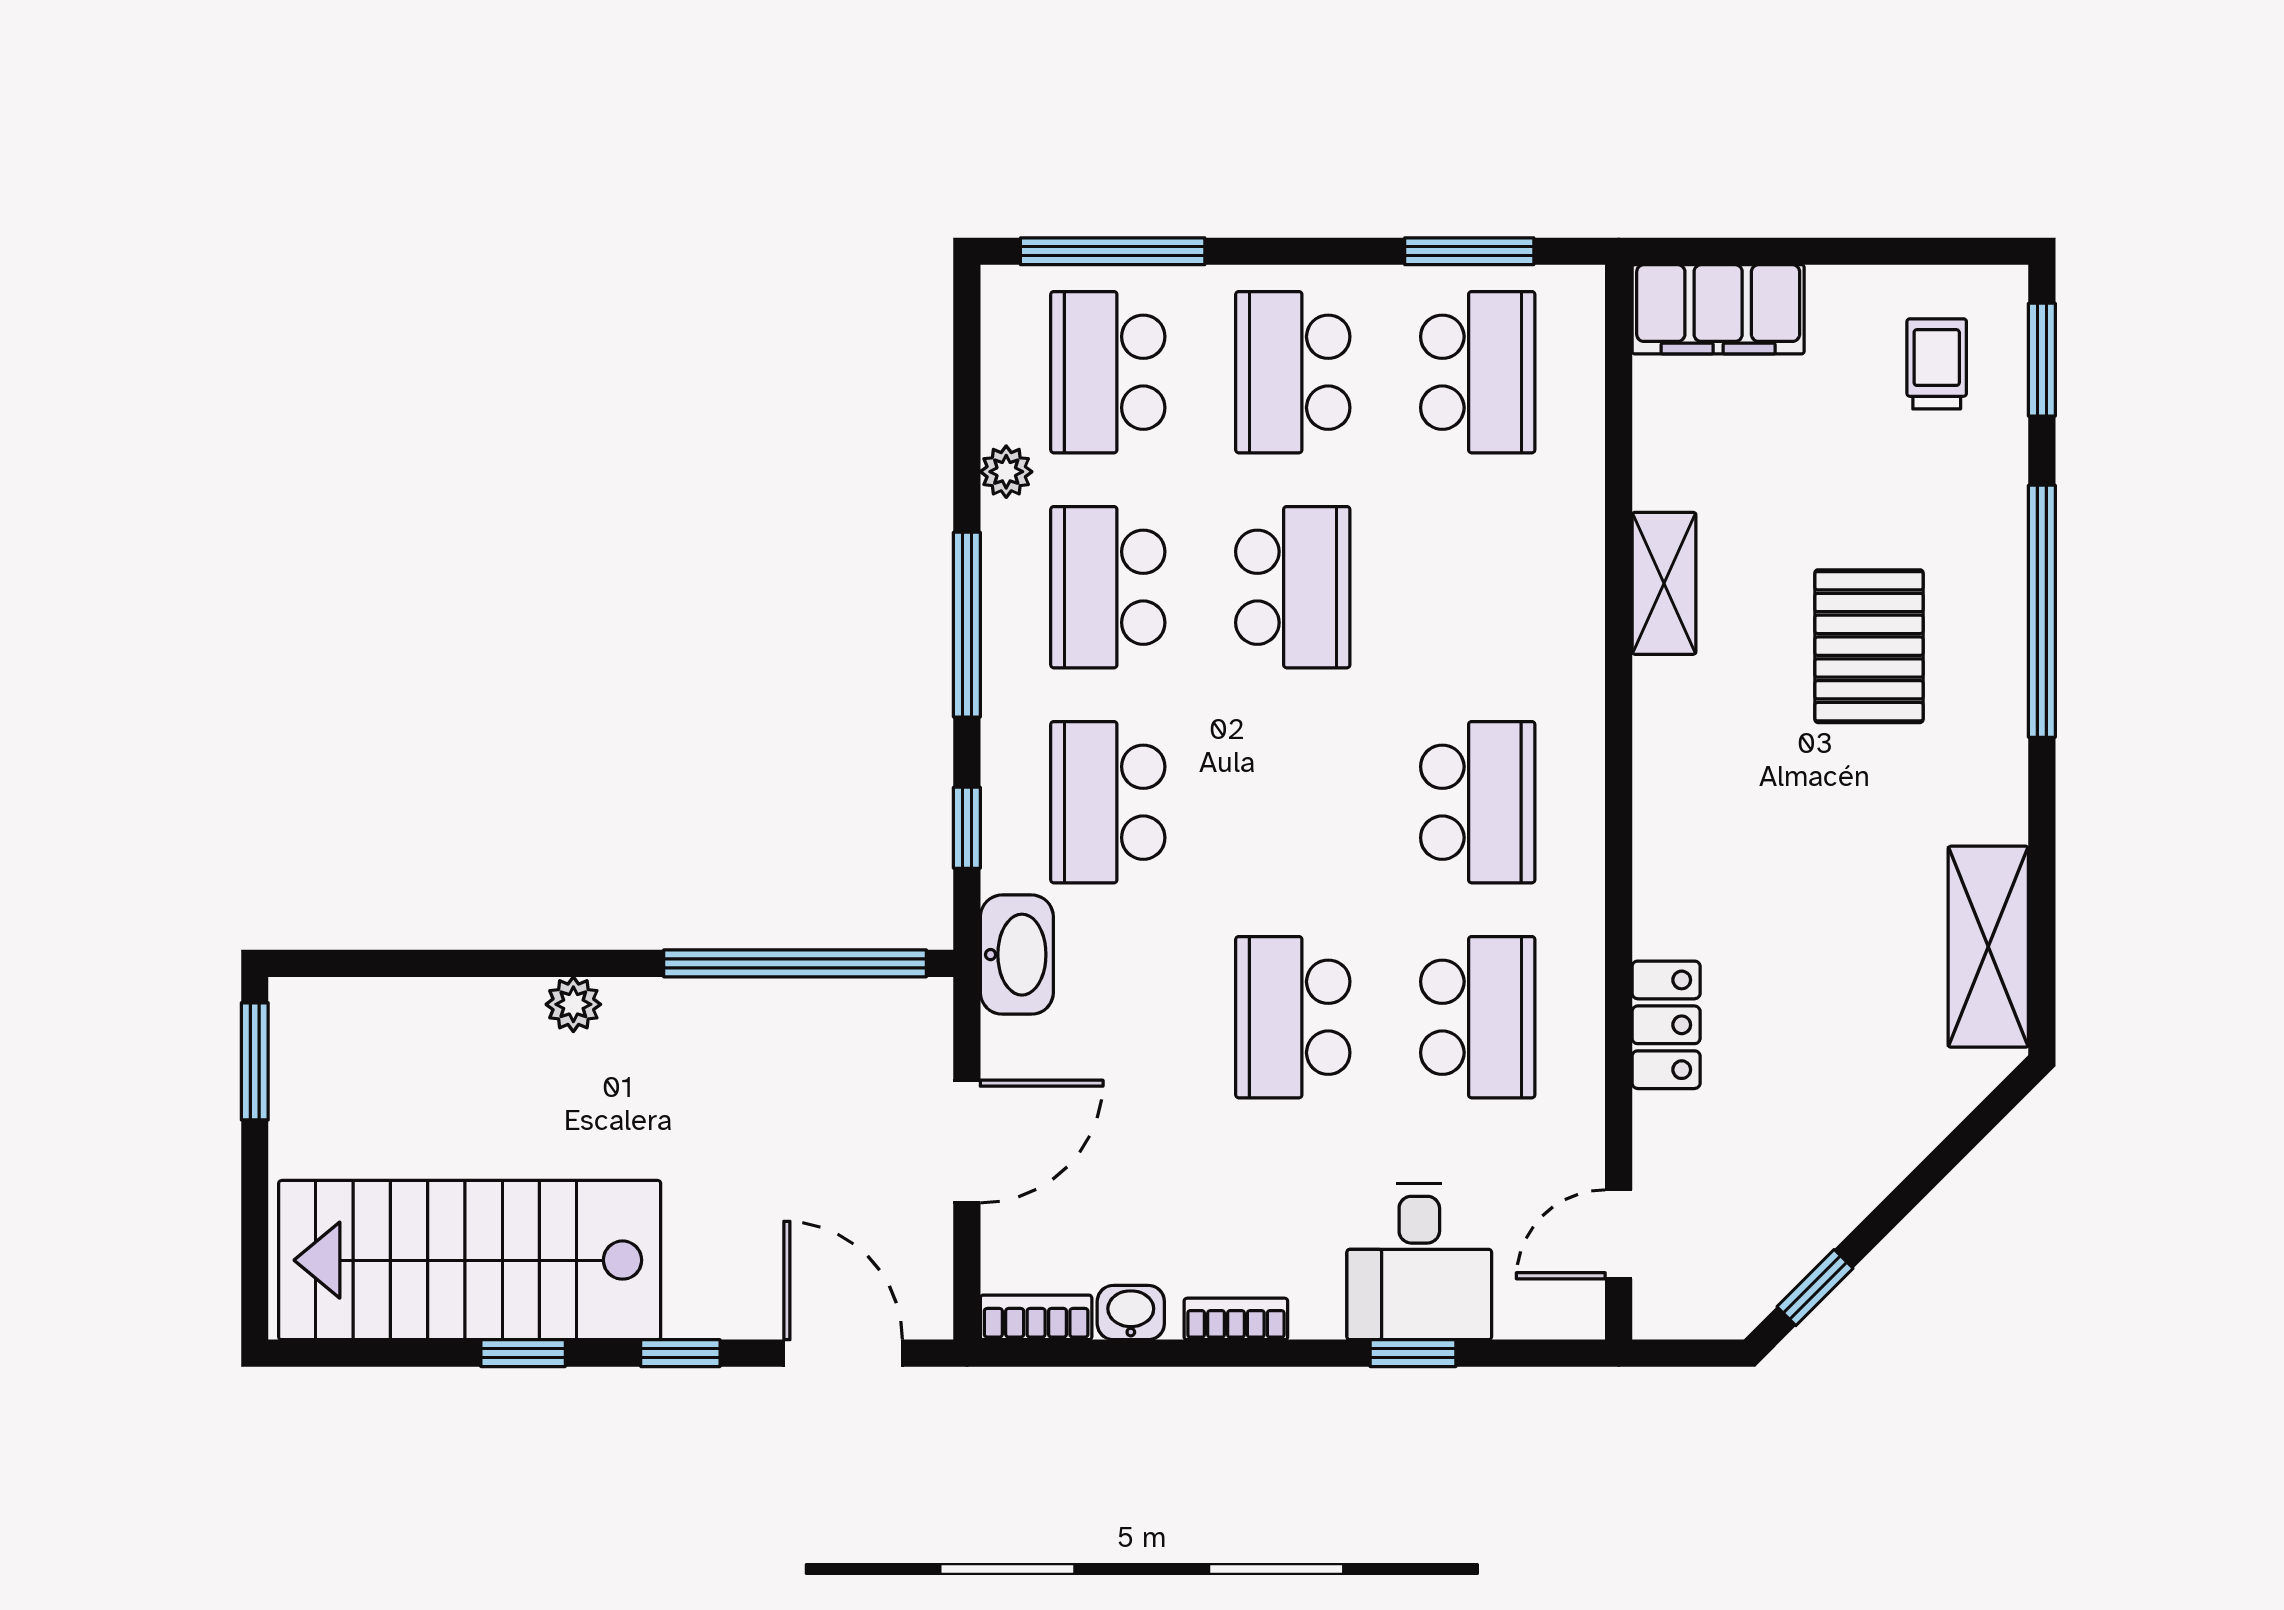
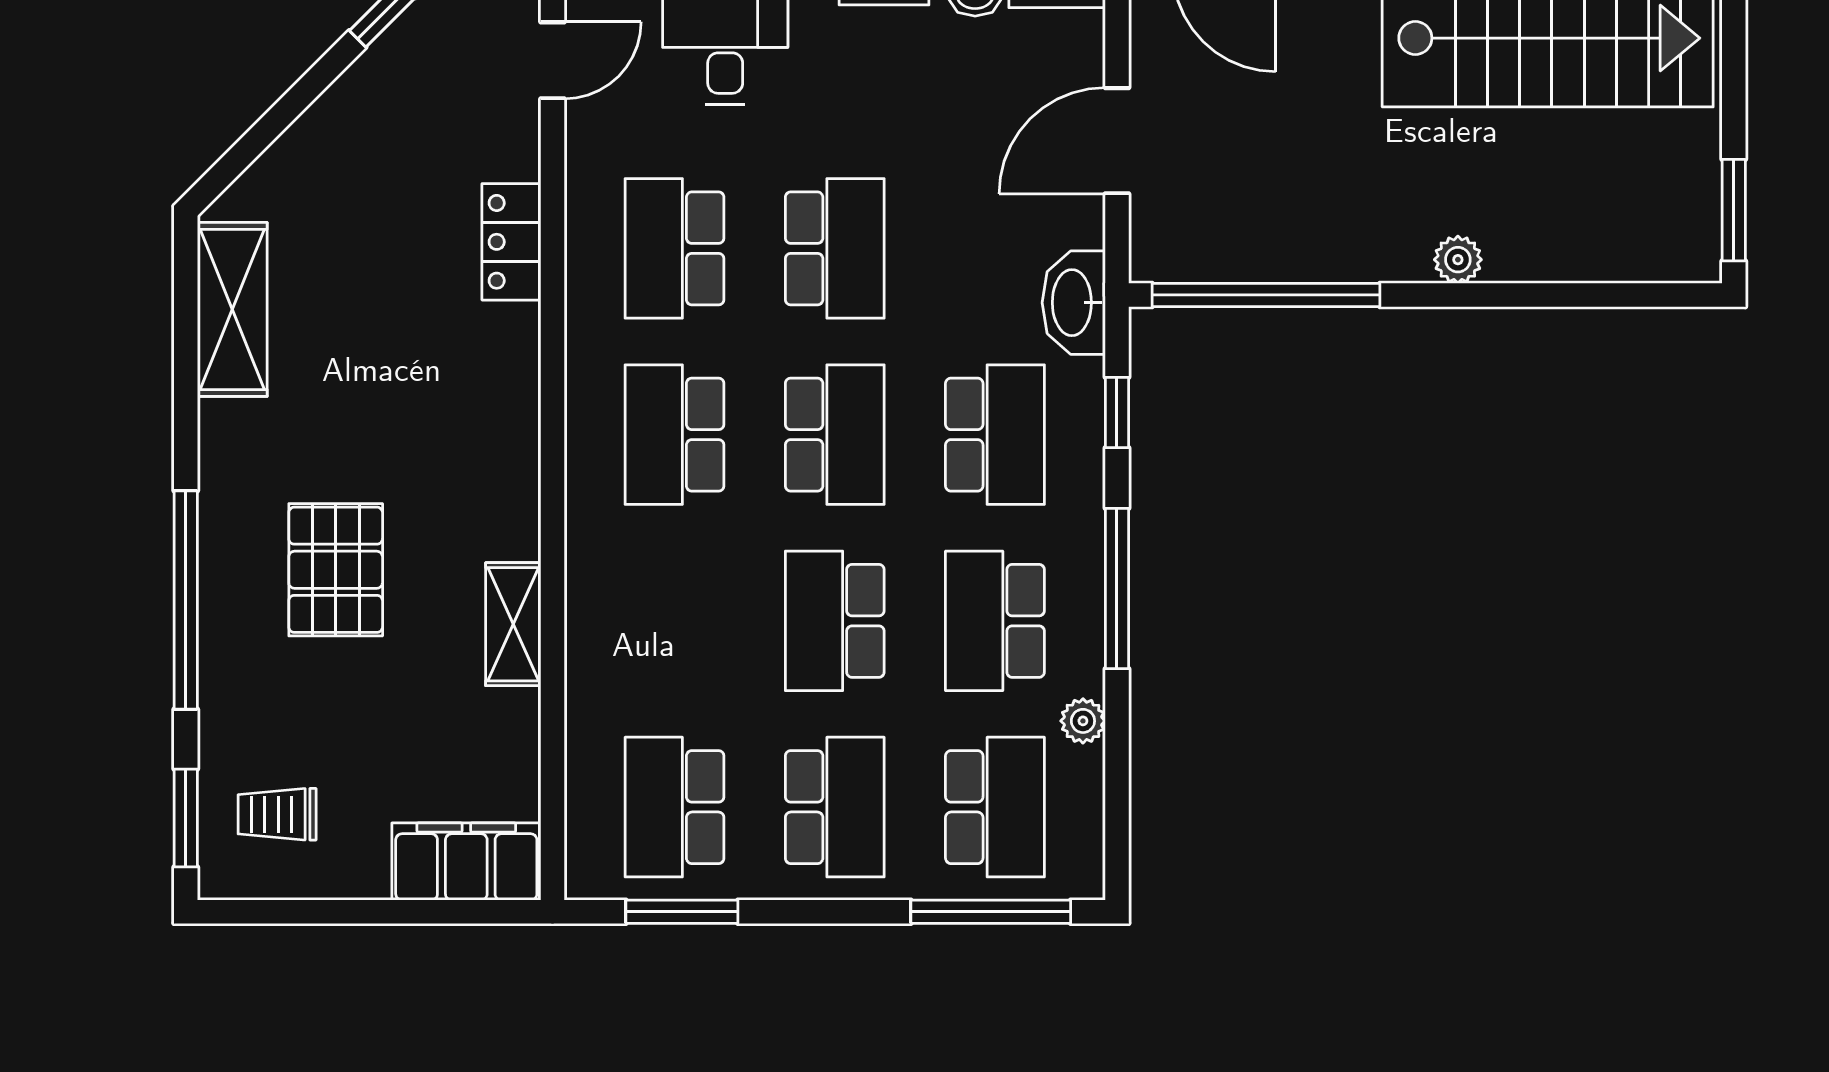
trolley: (1937, 364) -> (277, 814), turned 90
school desk: (1108, 587) -> (995, 621), turned 180
school desk: (1293, 802) -> (835, 435), added

